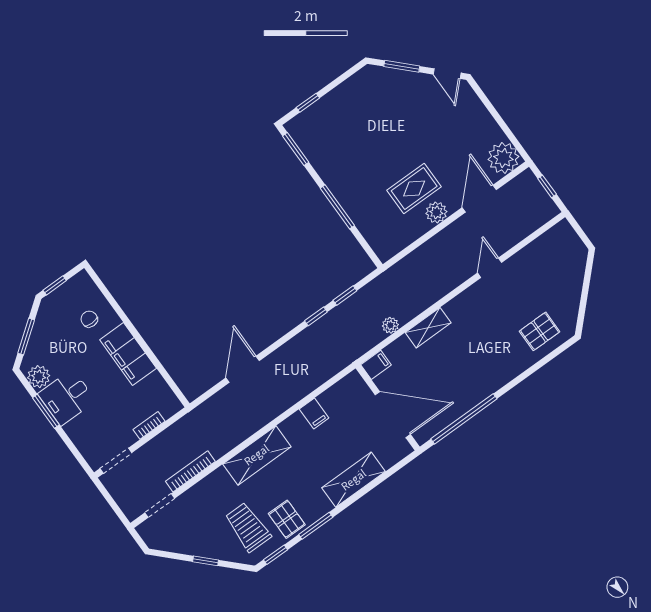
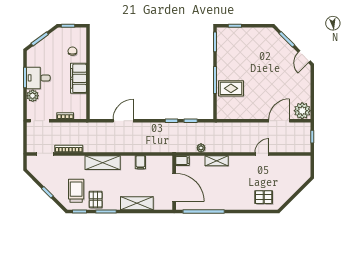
rug: (414, 188) -> (231, 88), moved
plant: (436, 212) -> (256, 113), removed
plant: (39, 377) -> (33, 96), moved

